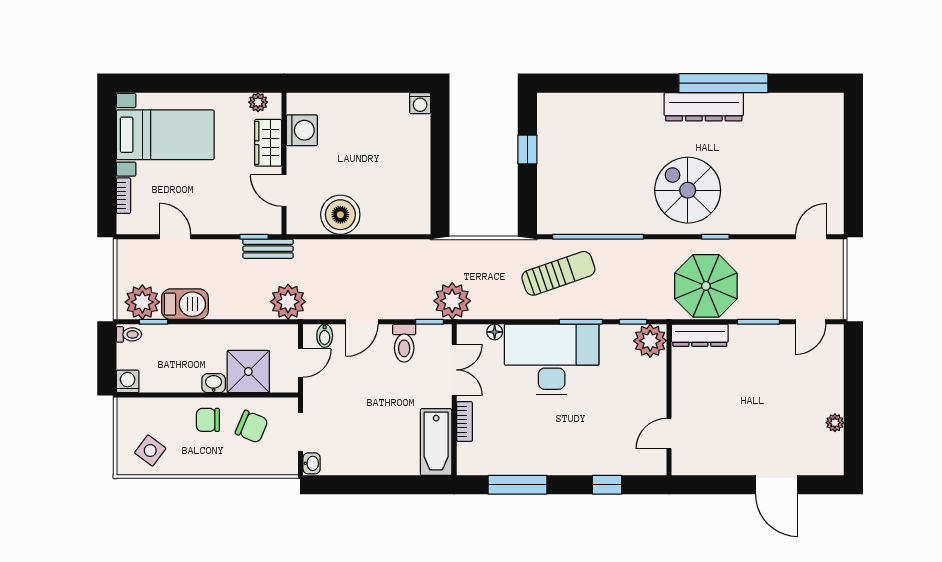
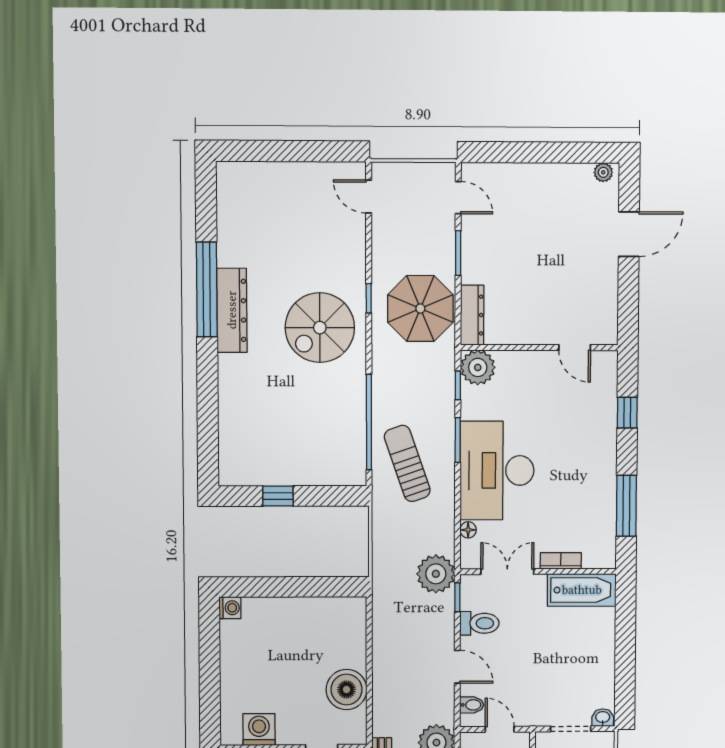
plant: (835, 423) -> (603, 172), moved

